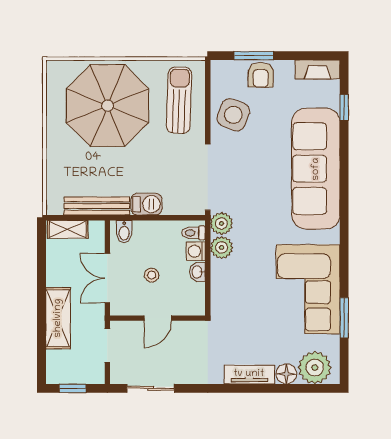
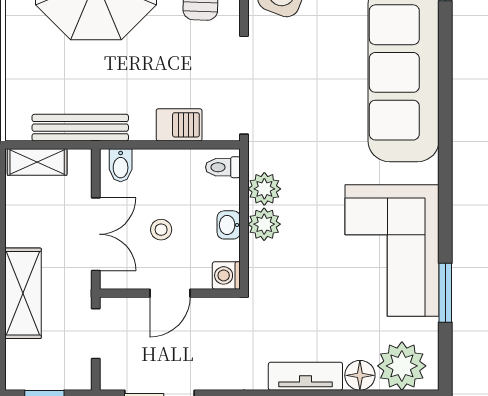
barbecue: (147, 204) -> (179, 125), moved
plant: (221, 223) -> (264, 224), moved
washing machine: (196, 251) -> (226, 275), moved
double door: (107, 278) -> (96, 234), swing flipped

